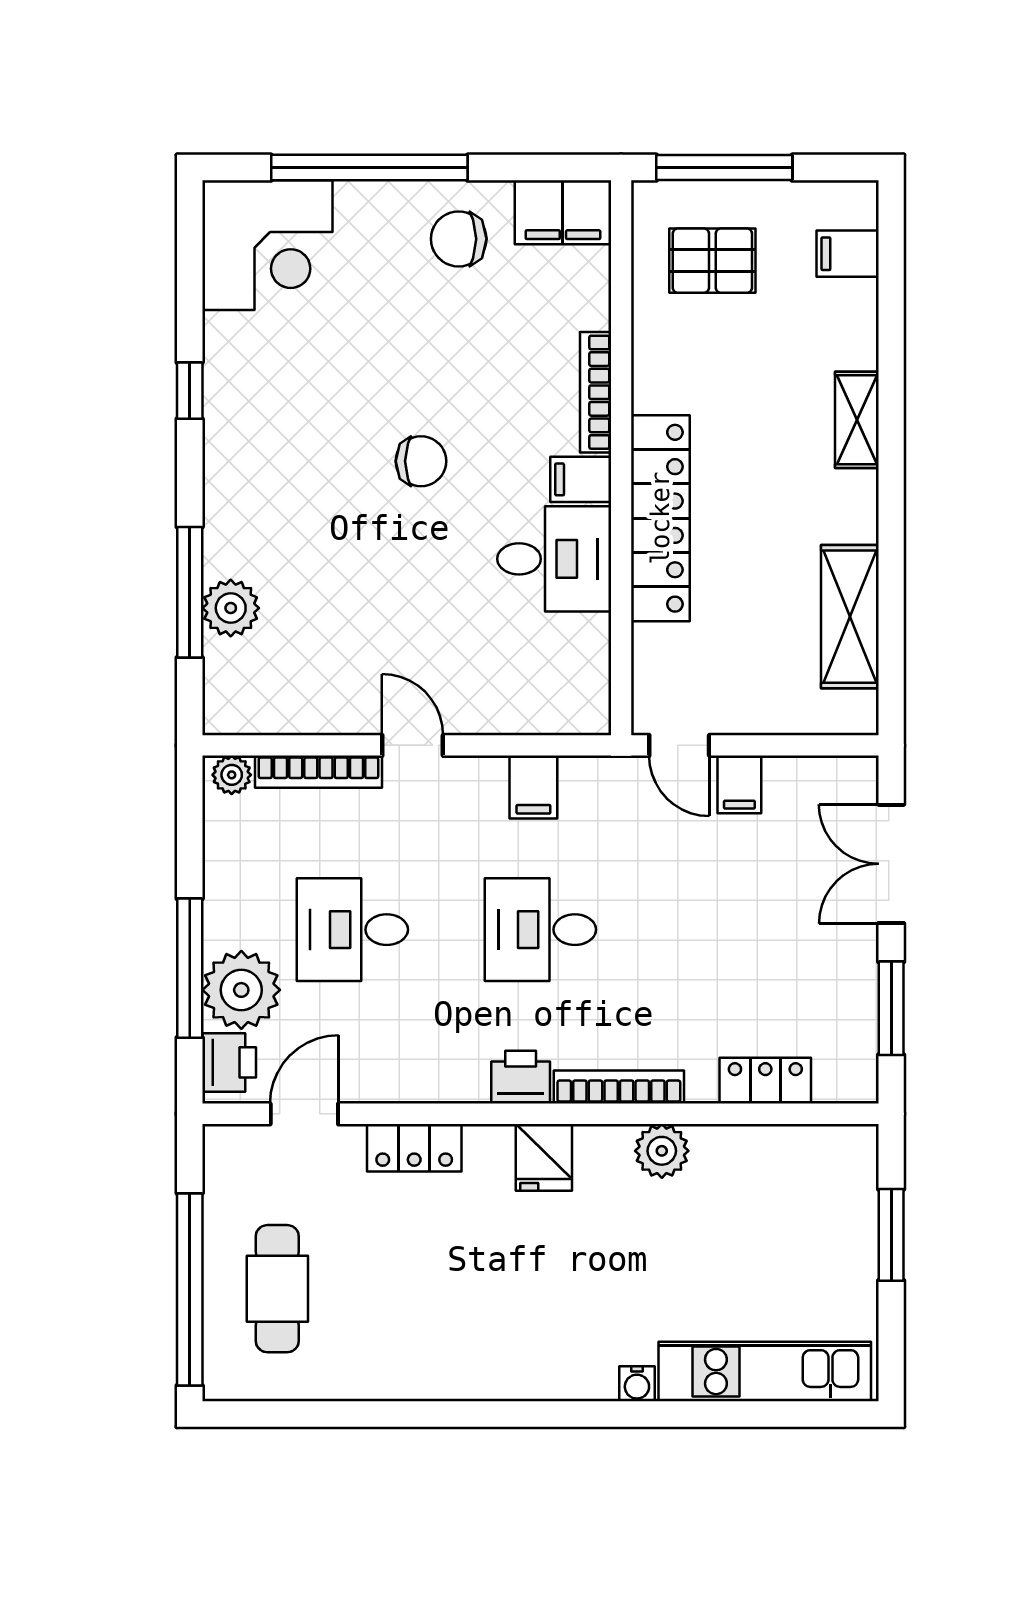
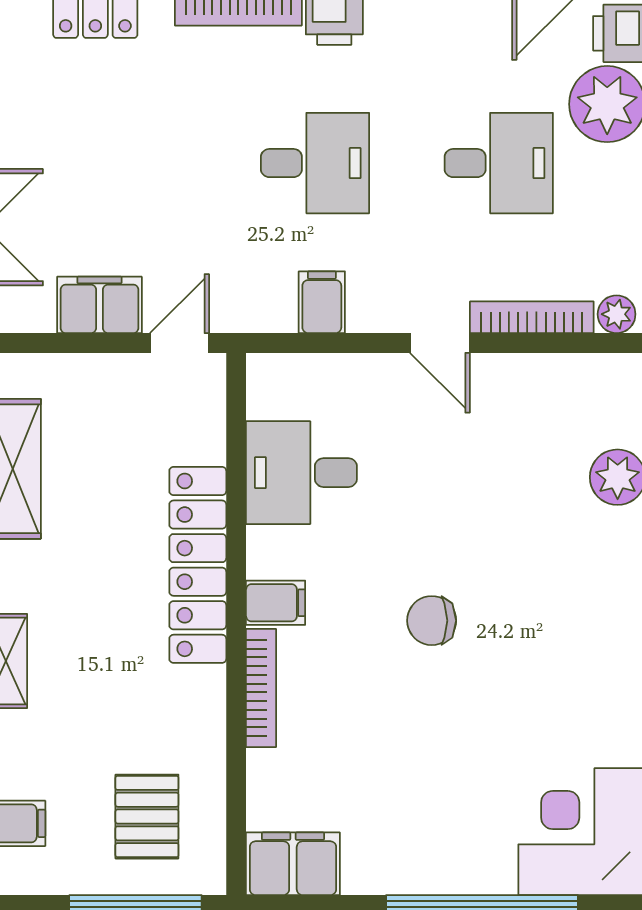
chair: (459, 239) -> (395, 838), removed
pallet: (712, 261) -> (147, 817), turned 90
desk: (554, 559) -> (301, 473), moved
door: (679, 745) -> (179, 343), hinge flipped
filing cabinet: (739, 784) -> (99, 305), width x2.00

